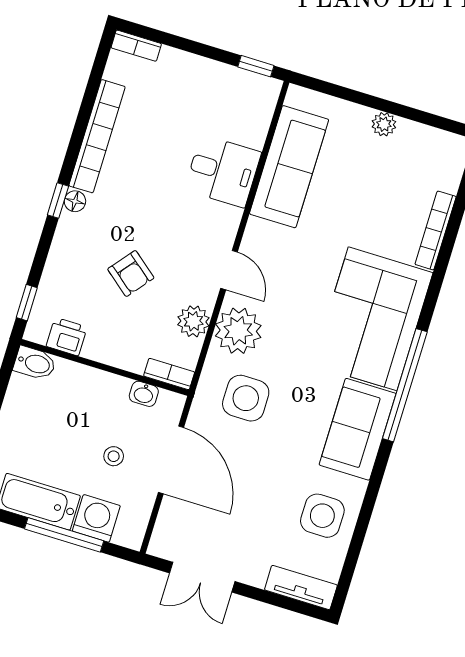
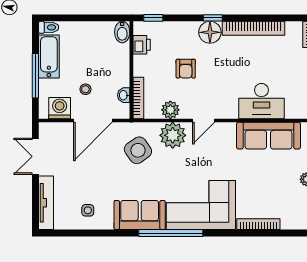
desk: (223, 171) -> (261, 101), width x1.37
floor lamp: (75, 201) -> (210, 32), width x1.89, depth x1.89
armchair: (131, 273) -> (186, 69), turned -39
bookcase: (169, 374) -> (138, 98), width x1.56
side table: (246, 398) -> (138, 150), turned -35
side table: (322, 516) -> (88, 210), width x0.54, depth x0.54
washing machine: (96, 518) -> (60, 108), moved, turned -90
tv unit: (301, 587) -> (46, 203), width x1.41

